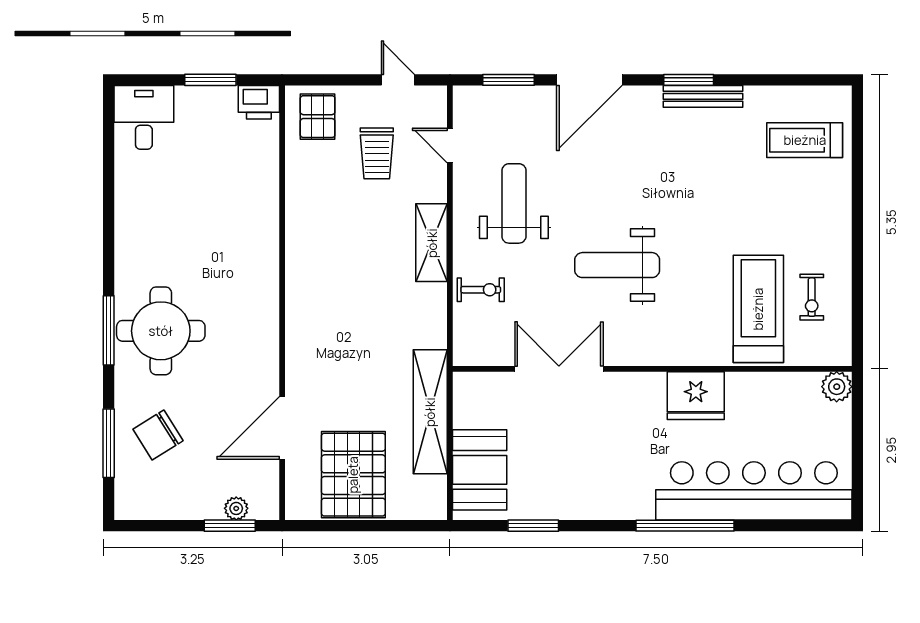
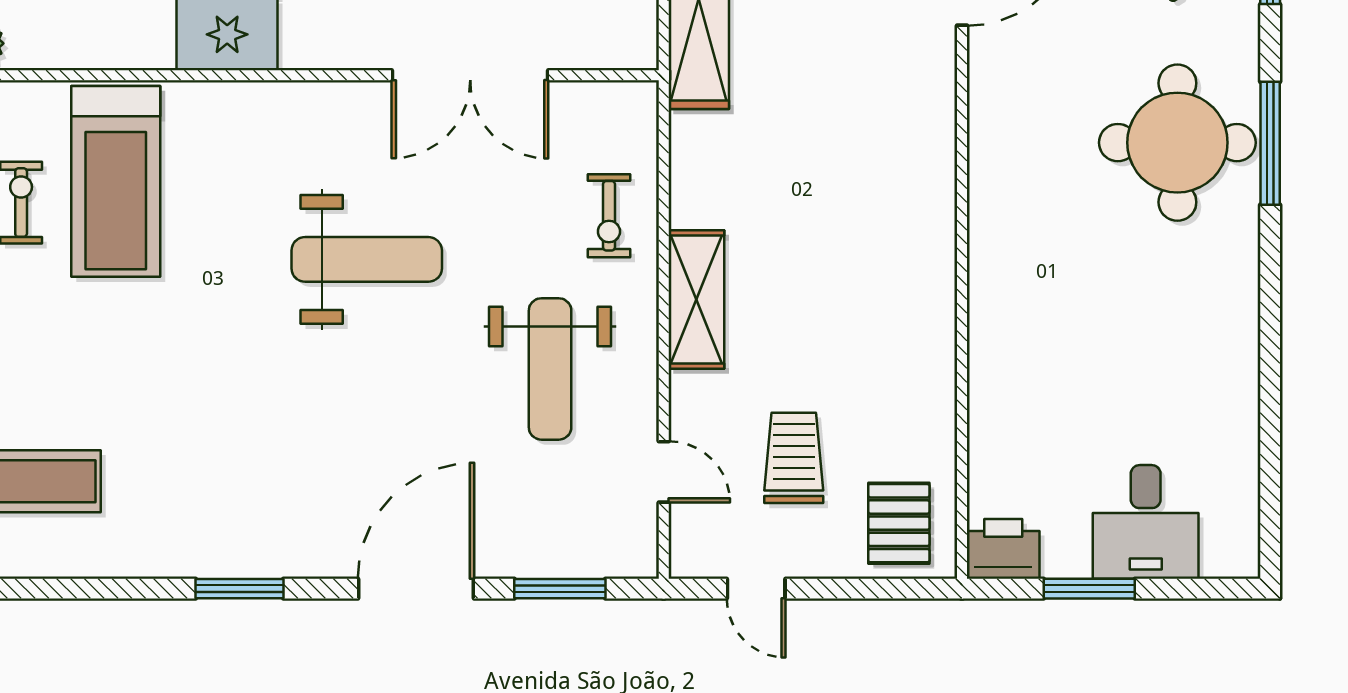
bench: (703, 96) -> (214, 559), removed
desk: (144, 117) -> (1146, 522), moved
exercise bike: (481, 290) -> (609, 216), turned -90

